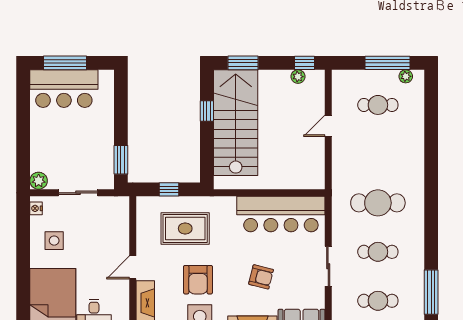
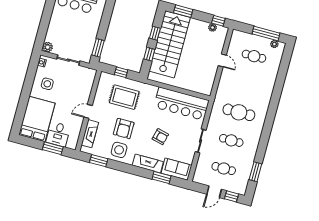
door: (328, 126) -> (222, 60), swing flipped
window: (207, 148) -> (149, 54), added
window: (431, 292) -> (255, 172), width x0.69

